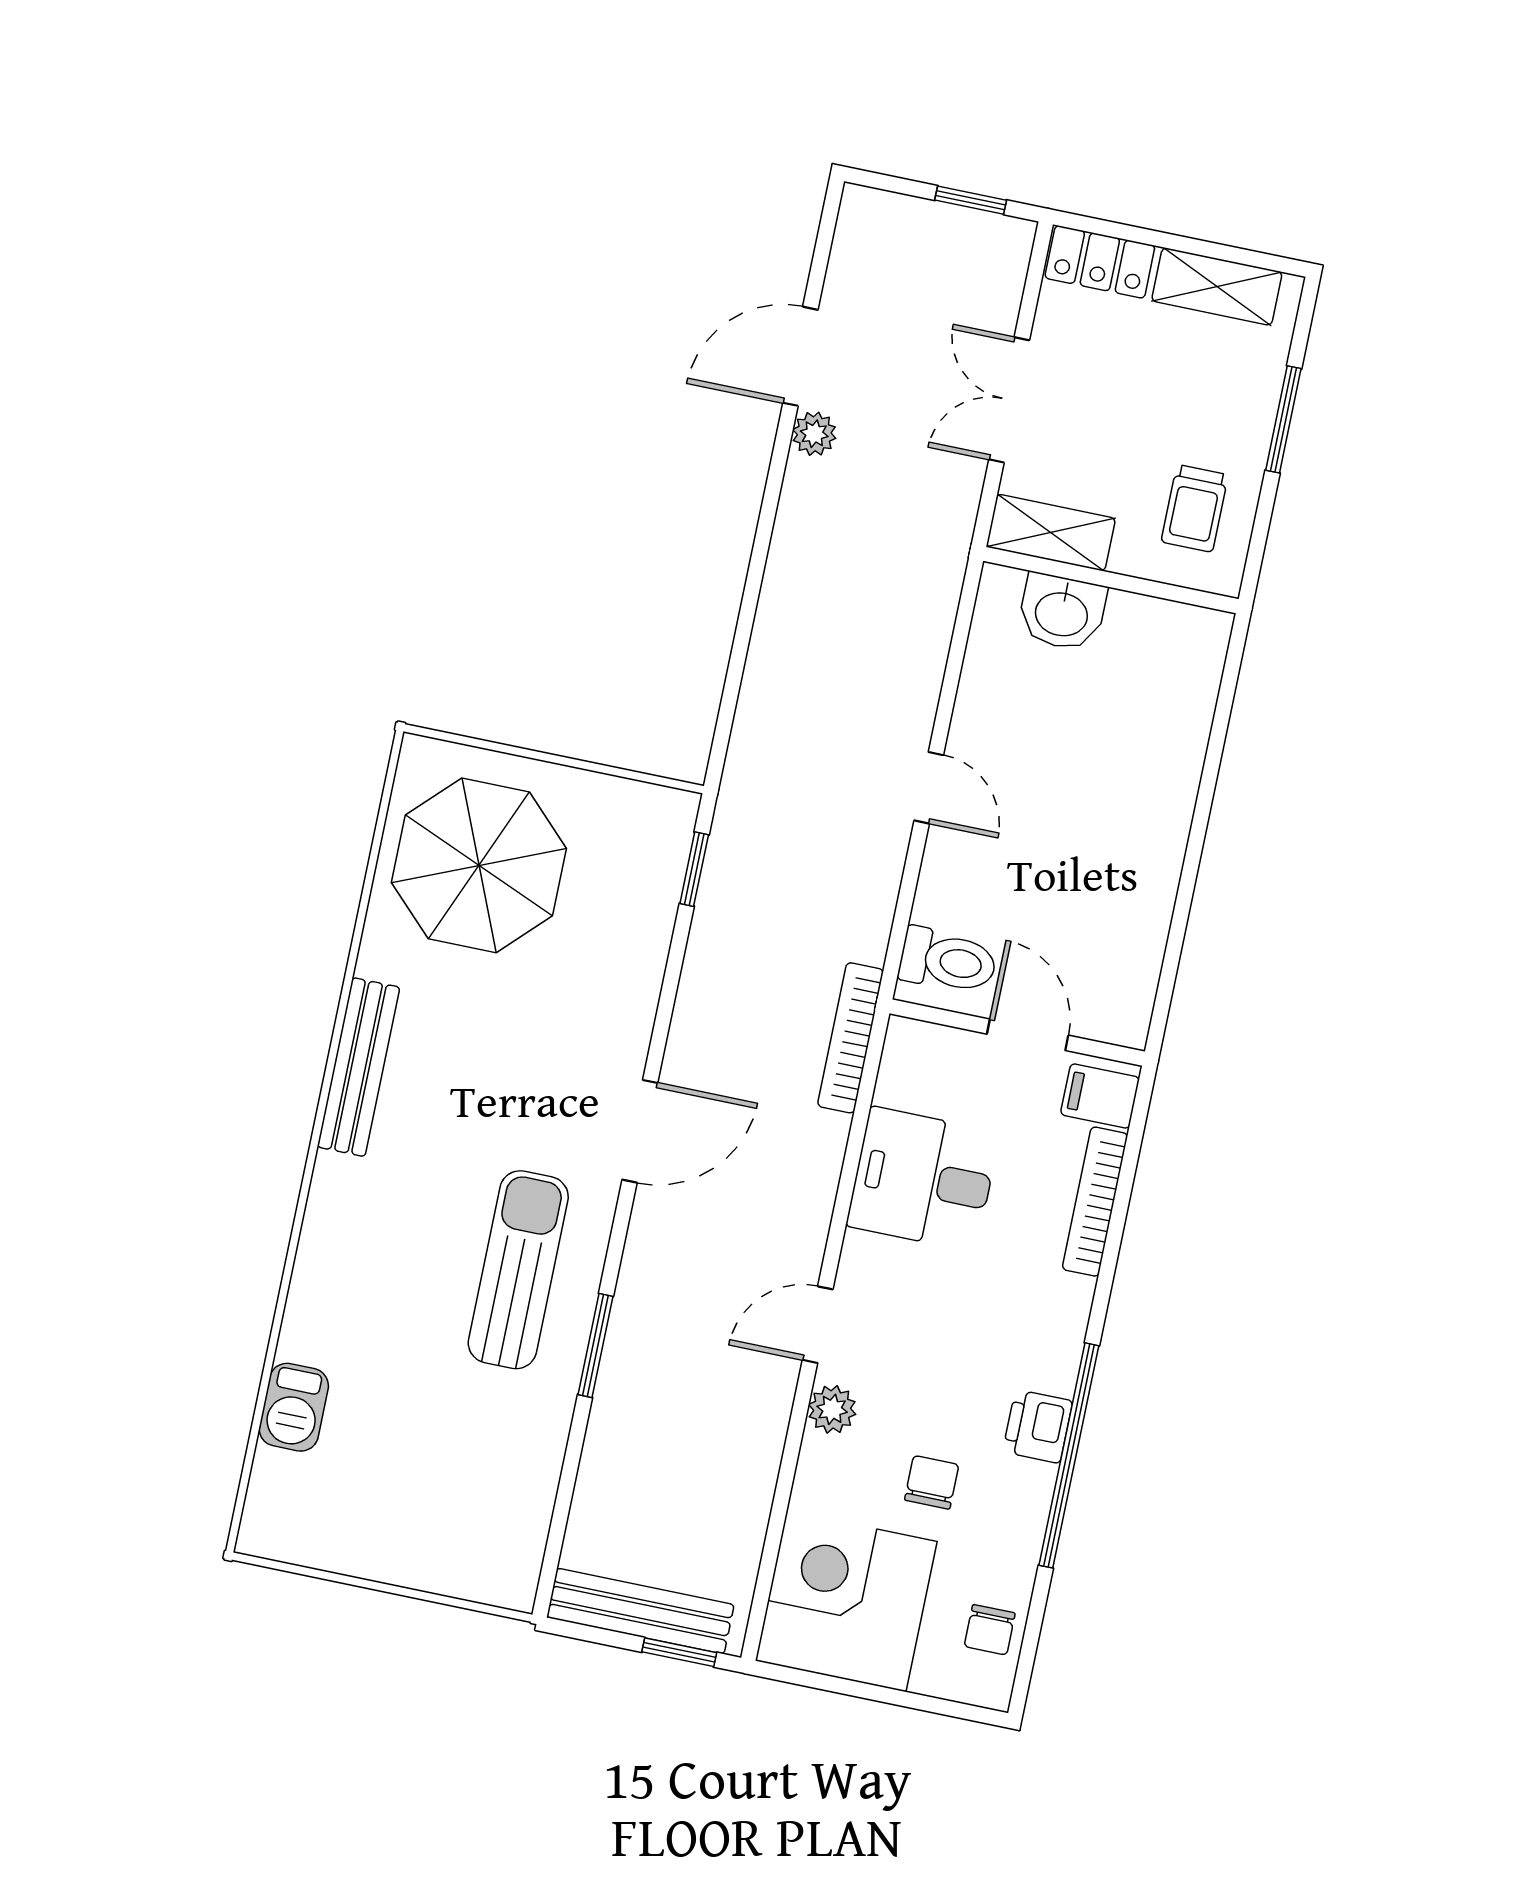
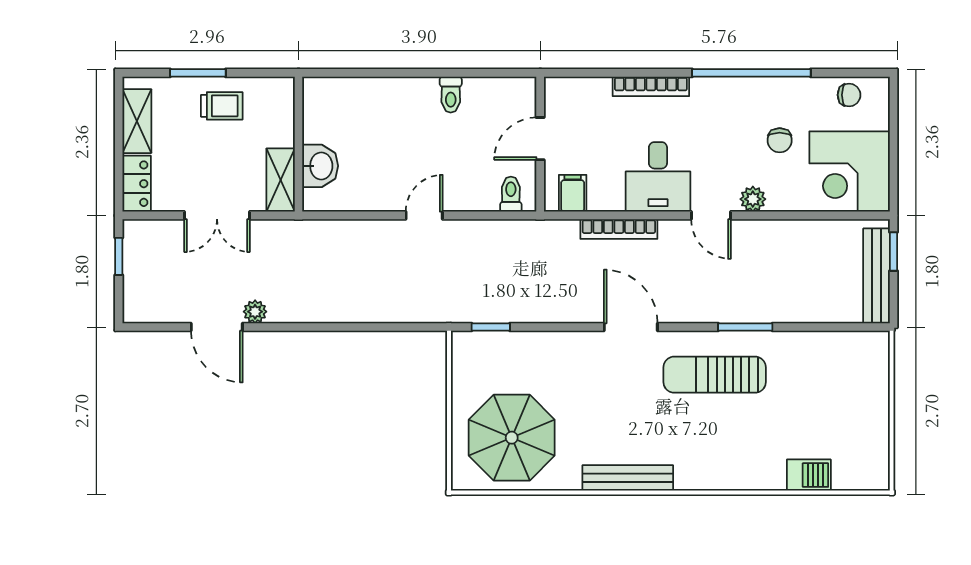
trolley: (1195, 508) -> (222, 106), moved
toilet: (1145, 884) -> (451, 95), added
toilet: (948, 961) -> (511, 194), width x0.73, depth x0.72
bookcase: (850, 1038) -> (619, 229), moved
filing cabinet: (1100, 1096) -> (573, 193), moved, turned 180
desk: (923, 1179) -> (658, 177), moved
bookcase: (1095, 1202) -> (651, 86), moved
printer: (1038, 1426) -> (740, 92), removed
chair: (932, 1482) -> (780, 140), turned -90

